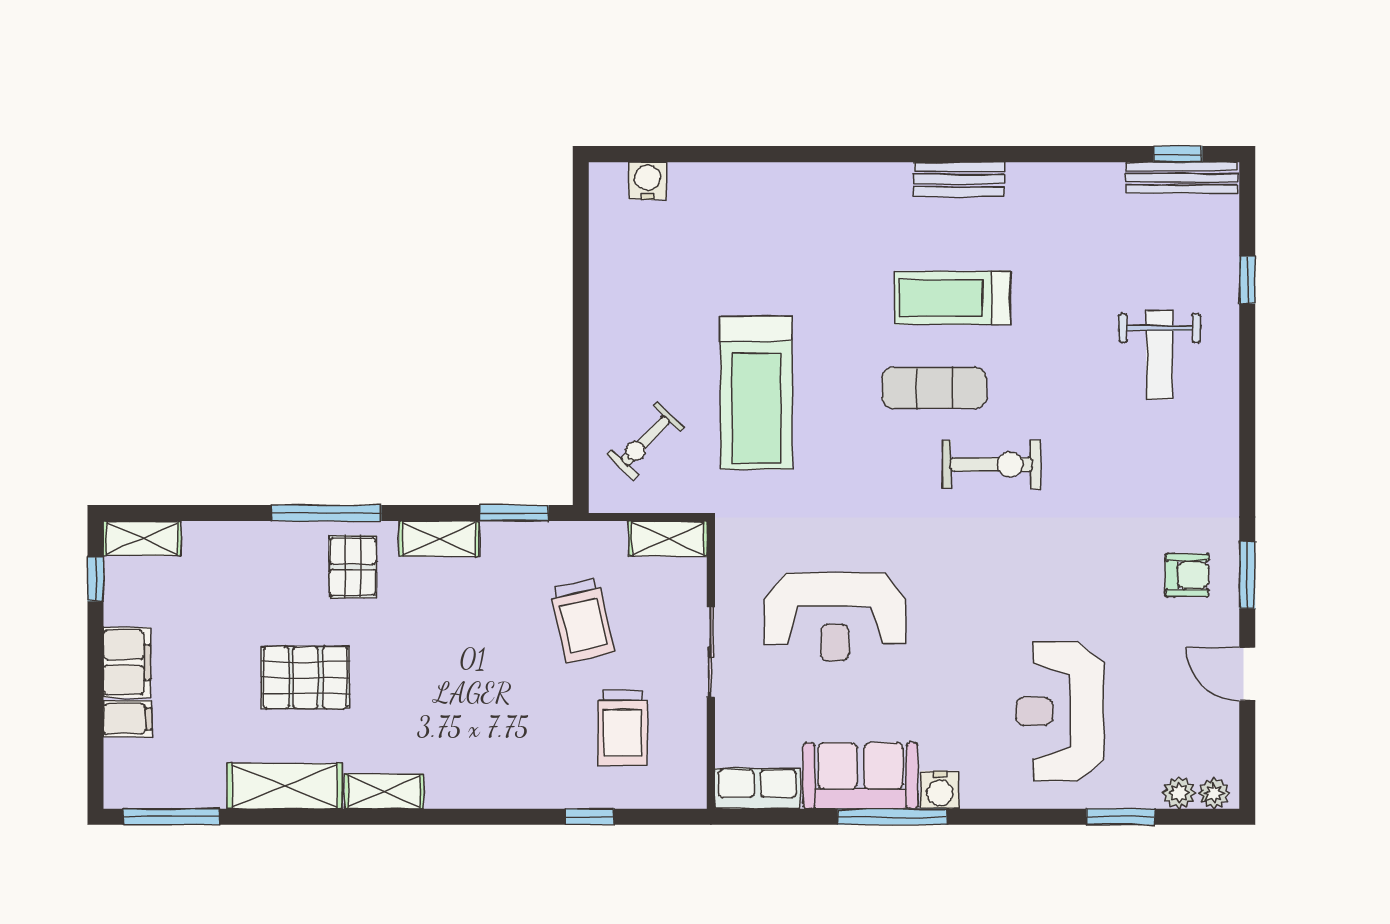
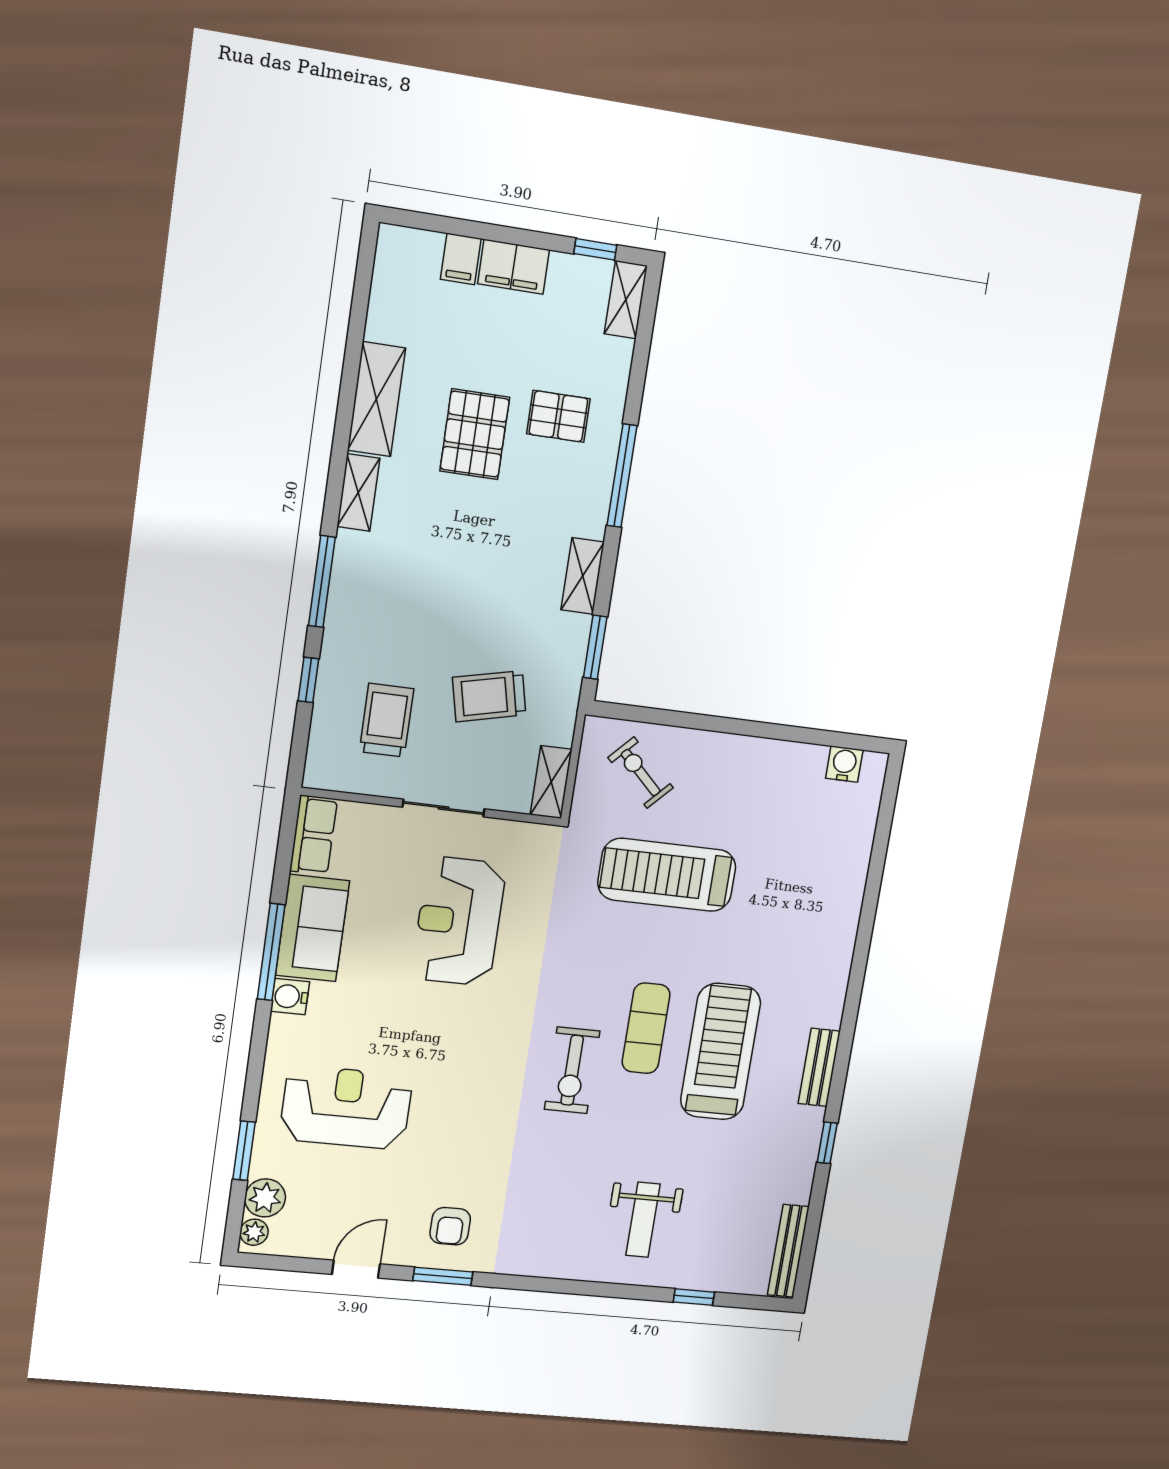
window: (1178, 154) -> (827, 1143), moved
water cooler: (648, 181) -> (844, 764), moved, turned -90
treadmill: (952, 298) -> (721, 1052), width x1.37, depth x1.38
weight bench: (1160, 355) -> (643, 1220), turned -90
pallet: (353, 567) -> (558, 416), moved
trolley: (622, 728) -> (386, 720), turned 90
plant: (1179, 793) -> (265, 1198), width x1.38, depth x1.38
window: (171, 817) -> (322, 581), moved

